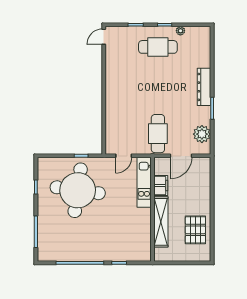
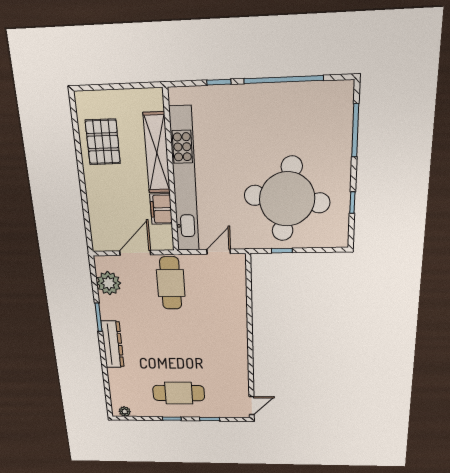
plant: (180, 31) -> (125, 411), moved
kitchen unit: (144, 182) -> (184, 181), width x1.86

